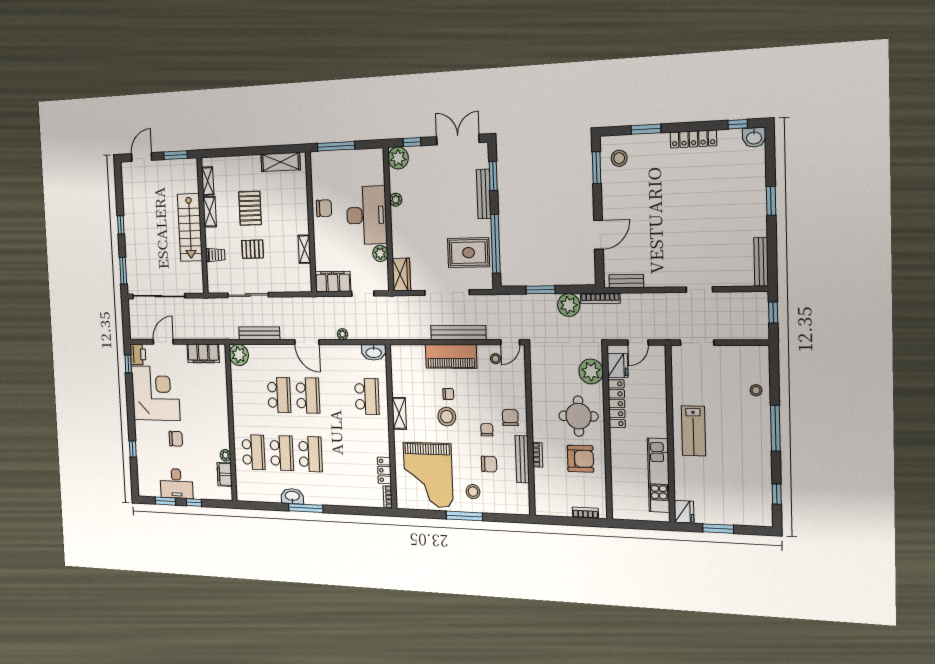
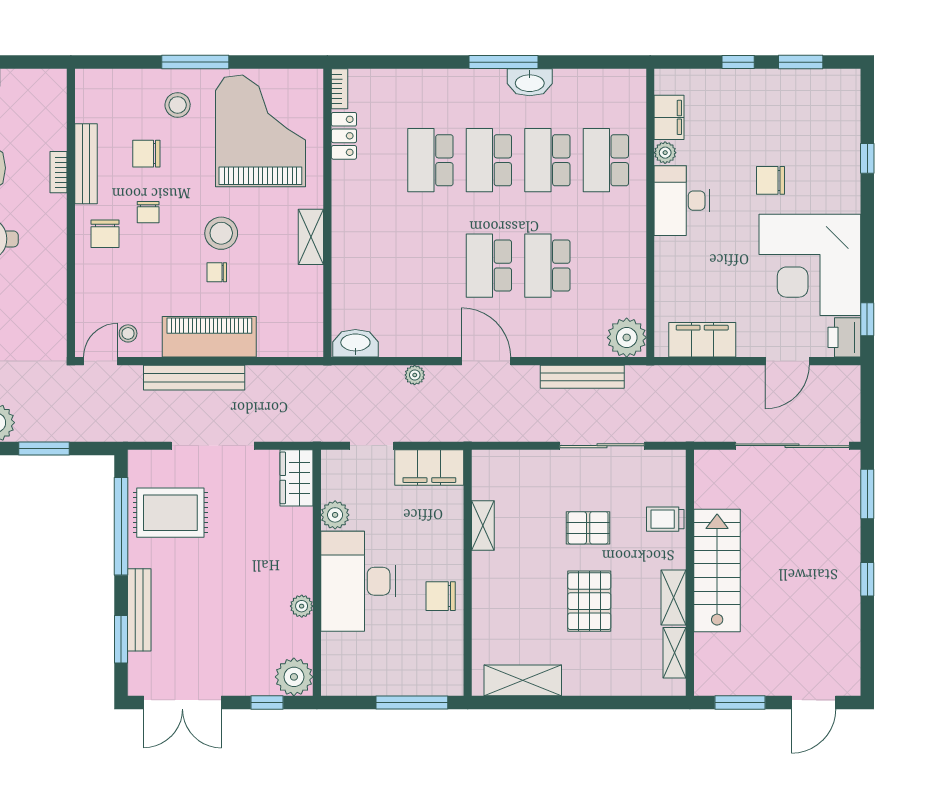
school desk: (367, 396) -> (430, 160), moved
desk: (176, 484) -> (682, 201), moved, turned -90

